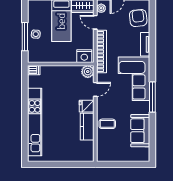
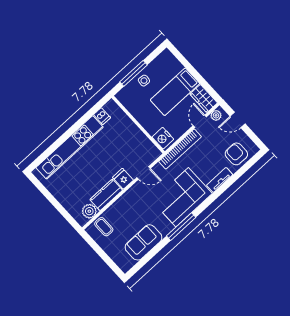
armchair: (138, 18) -> (236, 154), turned -84
dishwasher: (34, 70) -> (102, 116), moved
plant: (88, 72) -> (89, 211), moved
coffee table: (107, 124) -> (104, 227), moved

